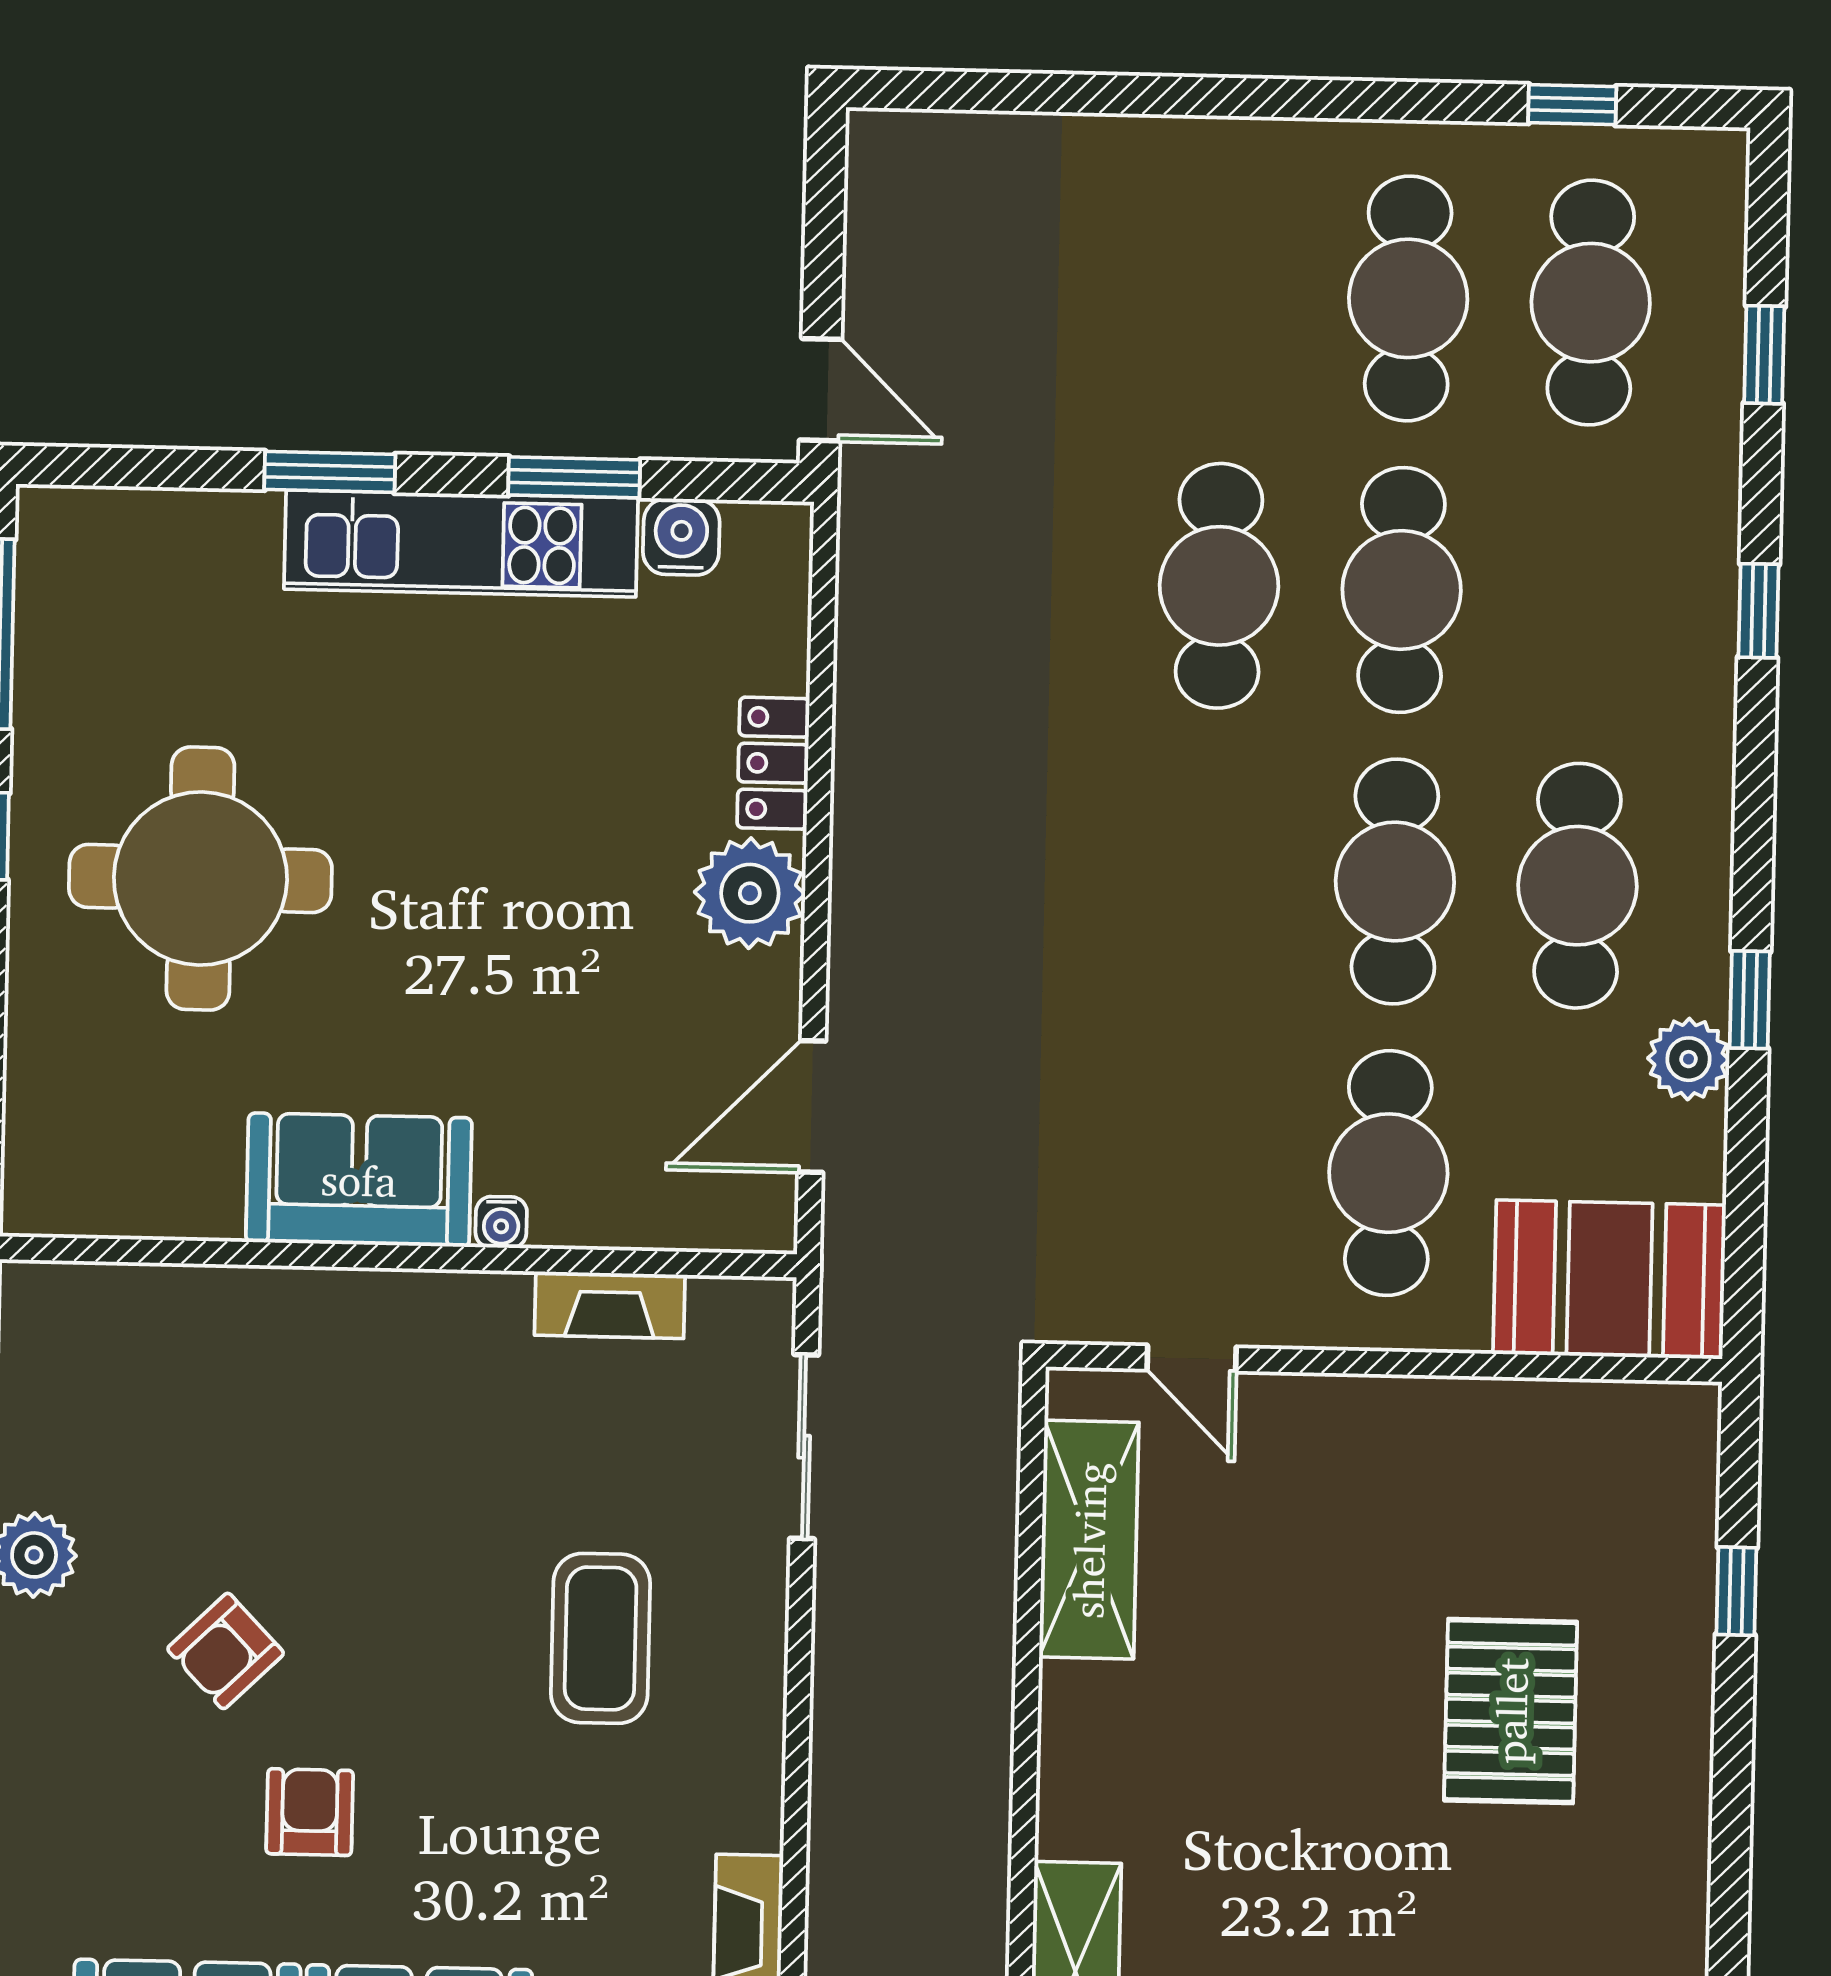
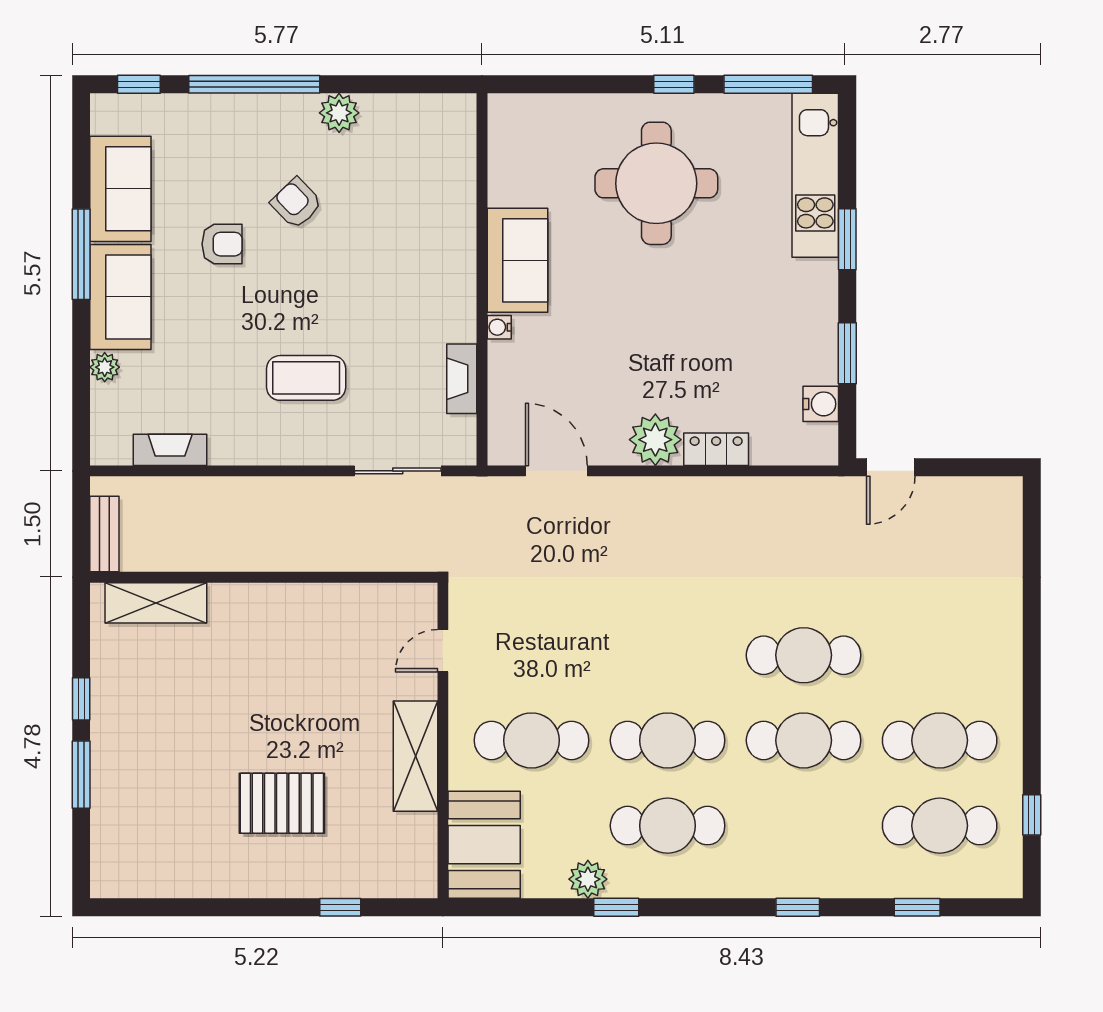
kitchen unit: (461, 544) -> (815, 175), moved
shelving: (1089, 1540) -> (416, 756), moved, turned 90

